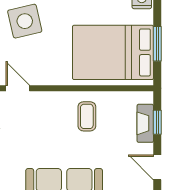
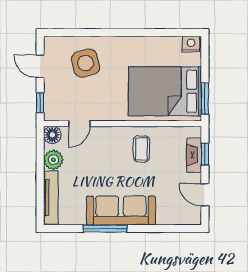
window: (157, 44) -> (205, 98), moved
door: (18, 88) -> (79, 124), swing flipped

